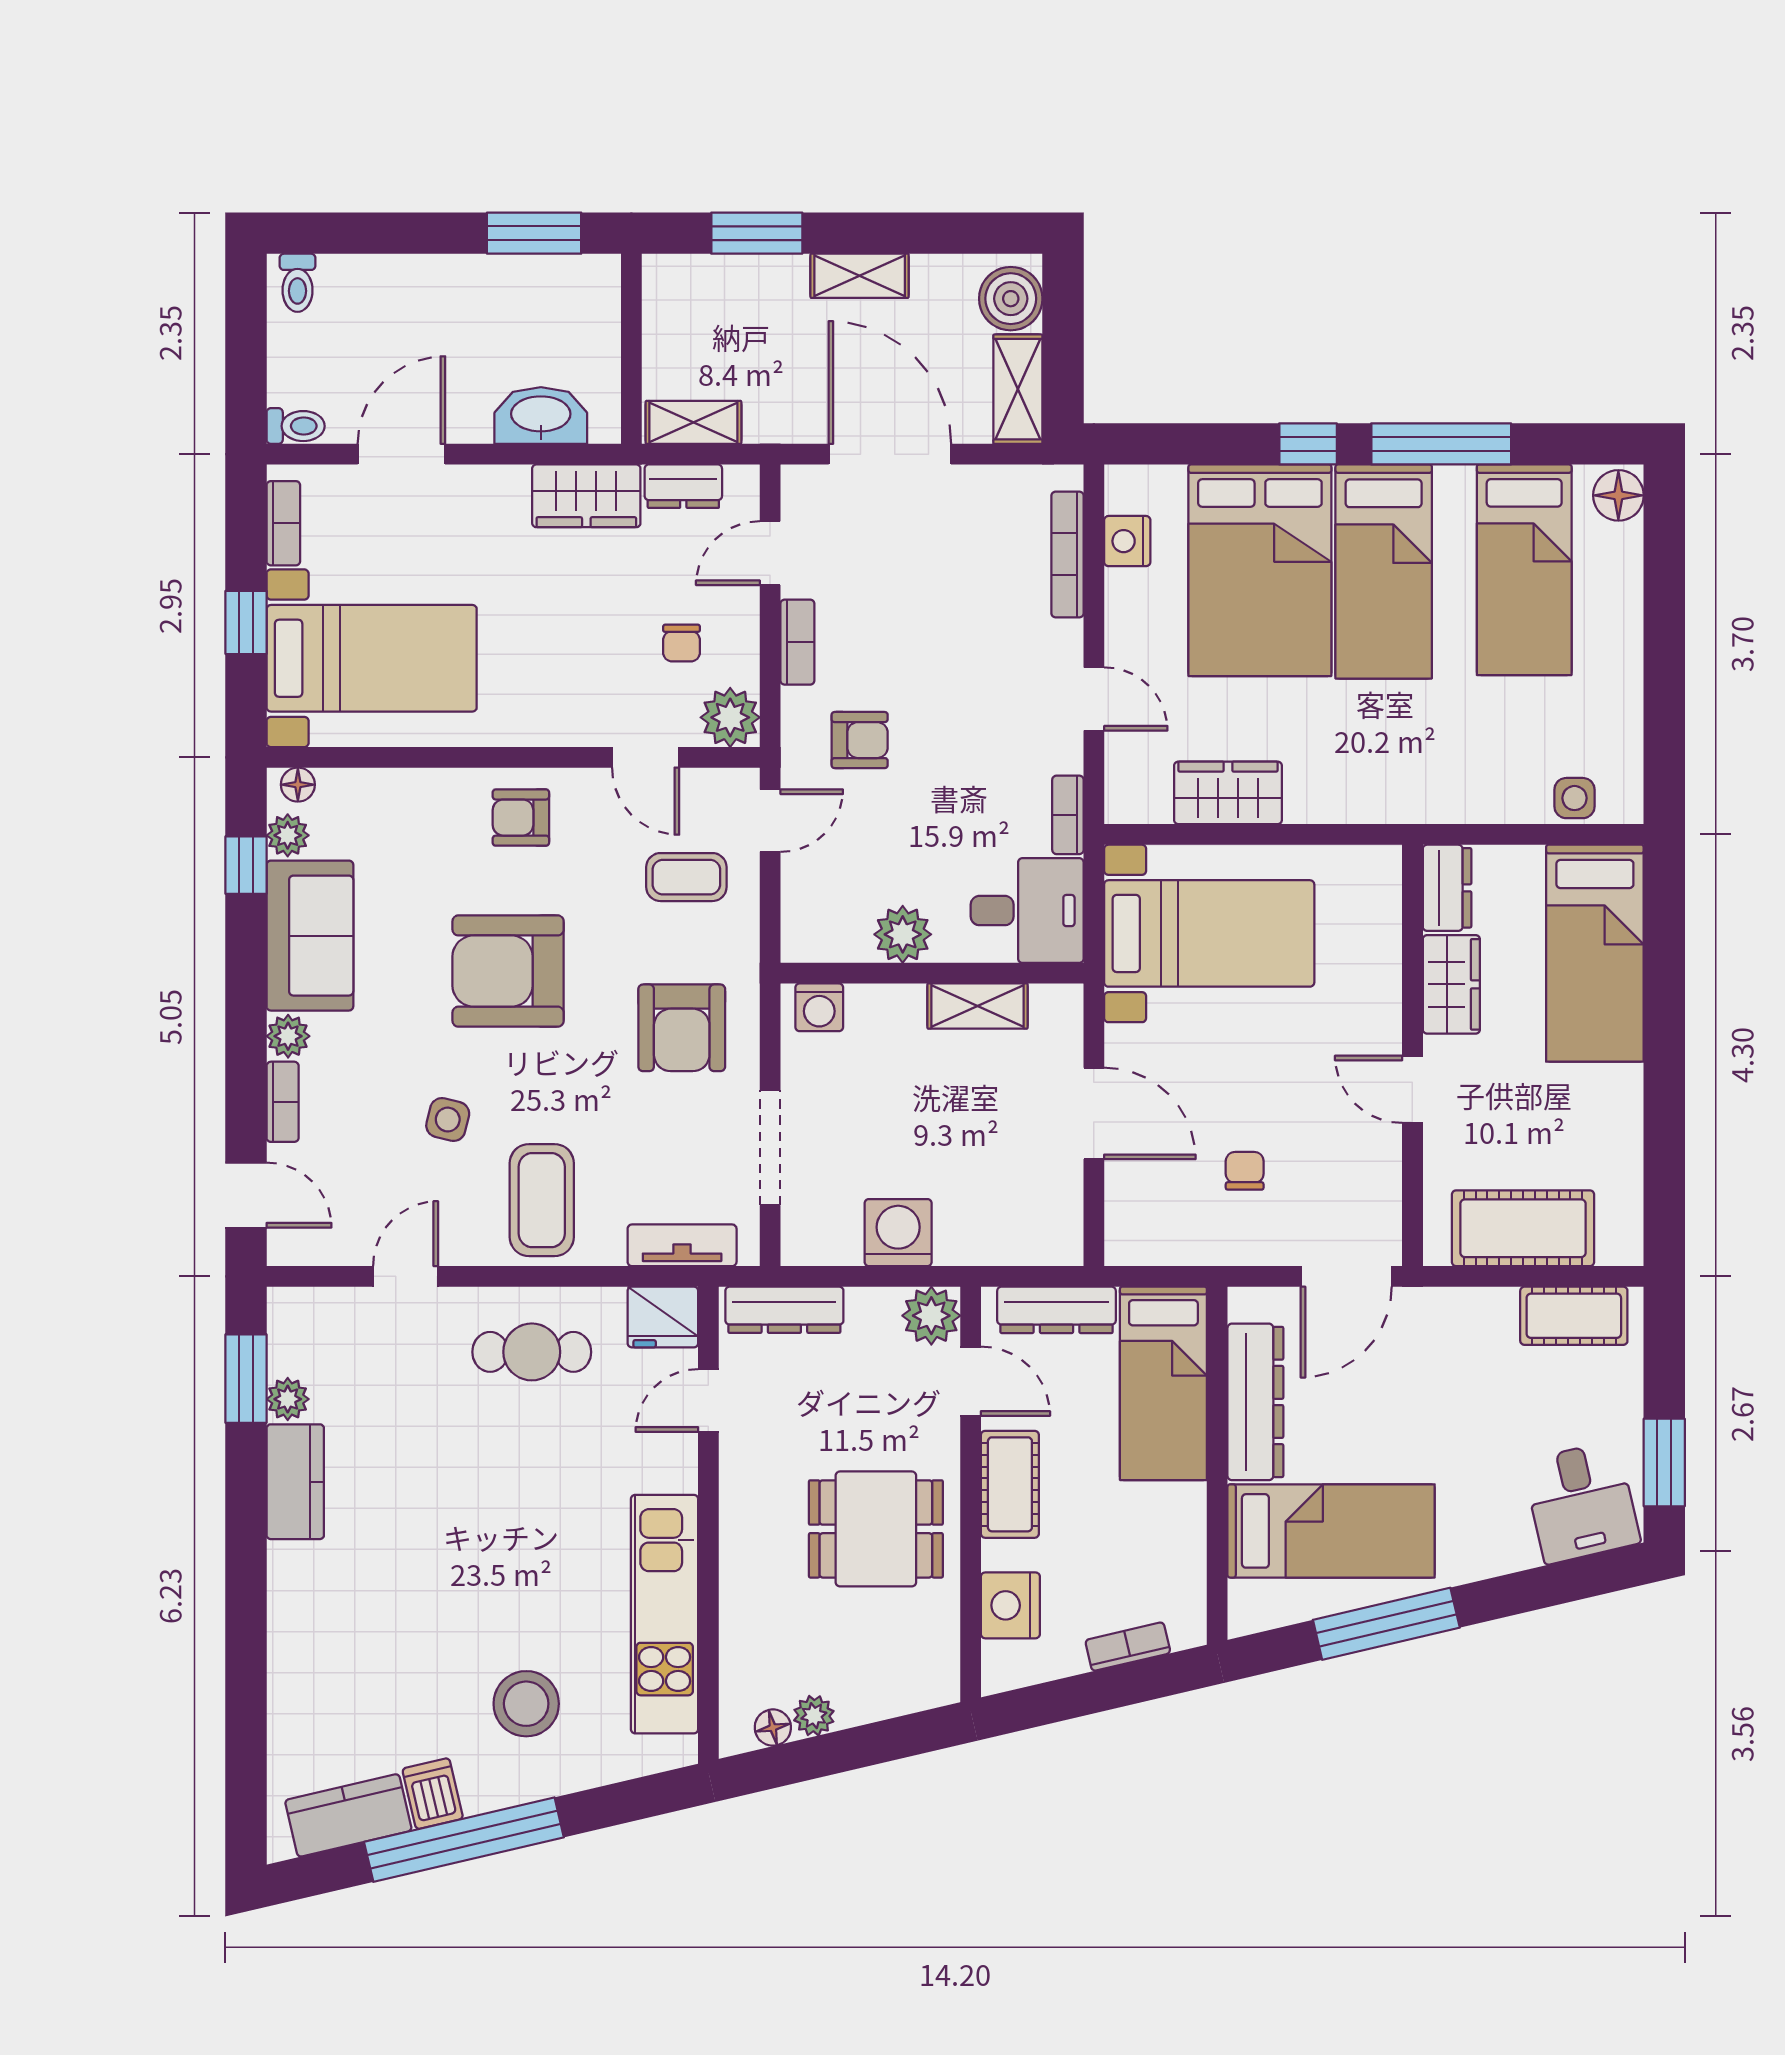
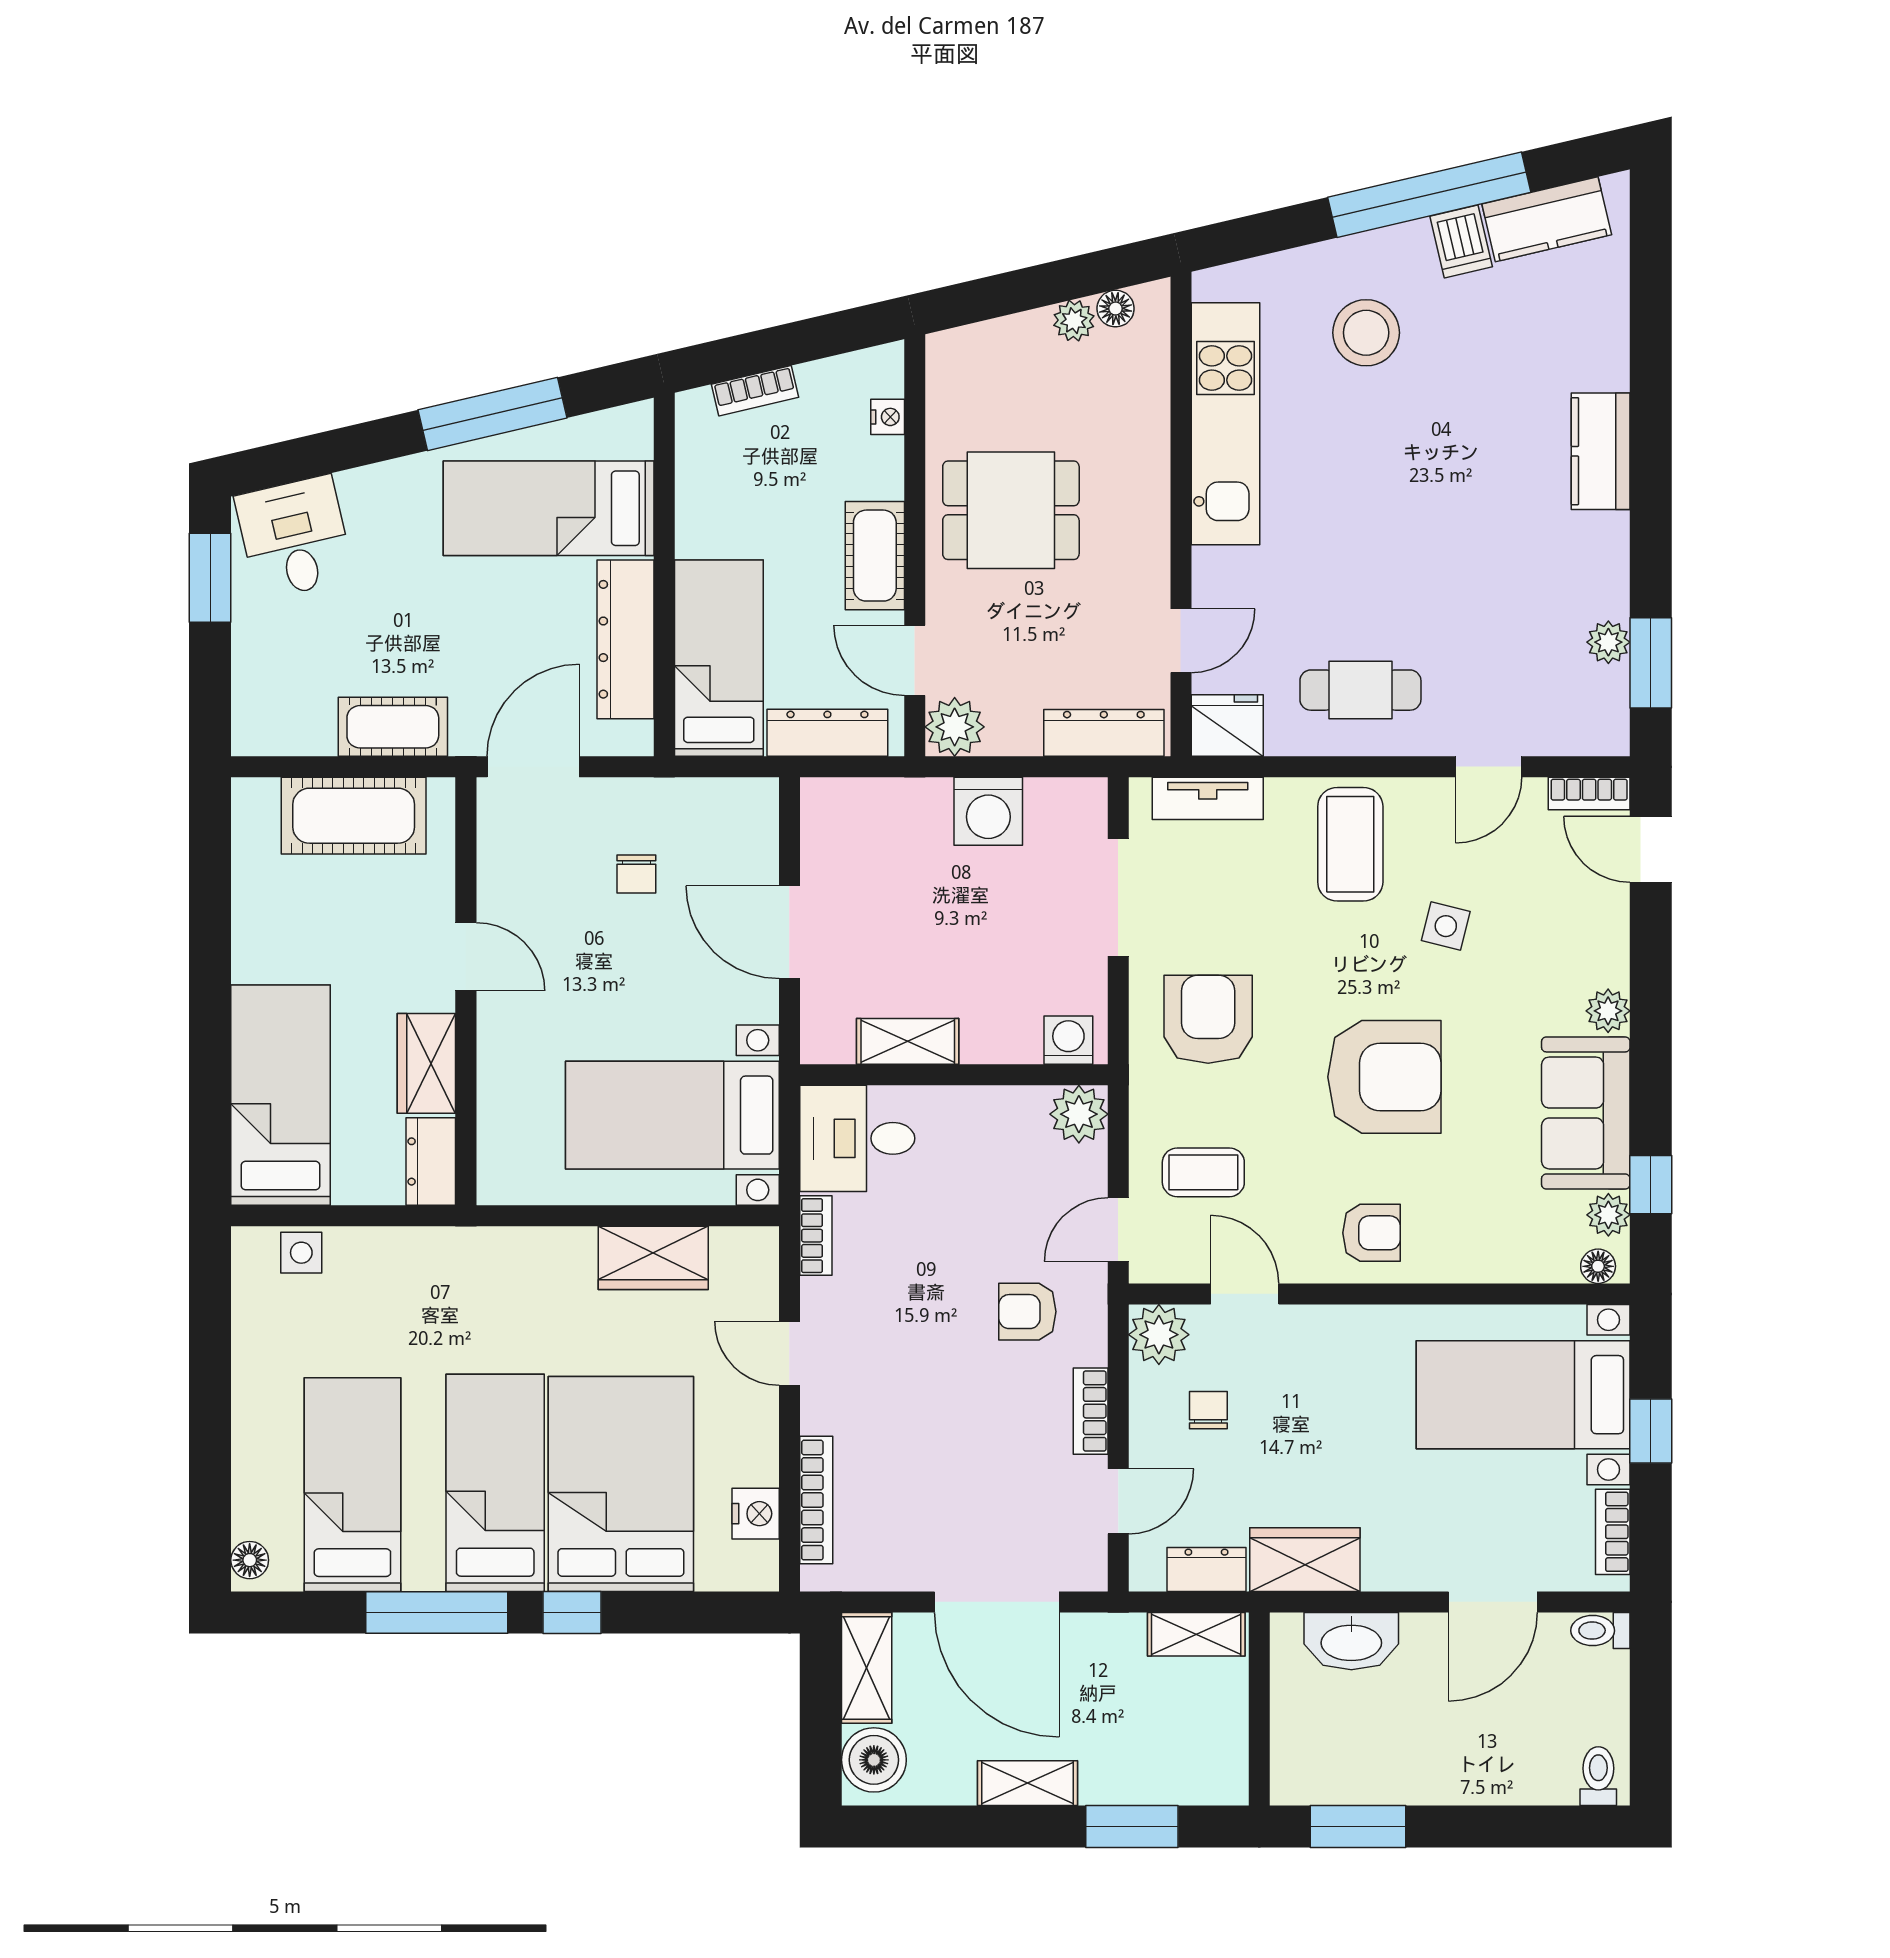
floor lamp: (1618, 495) -> (250, 1560), width x0.73, depth x0.73
plant: (903, 934) -> (1079, 1114), moved
bookcase: (283, 1102) -> (1589, 794), moved, turned -90
cot: (1574, 1316) -> (393, 727), moved
kitchen counter: (295, 1482) -> (1601, 451), moved
nightstand: (1010, 1605) -> (888, 417), width x0.53, depth x0.56

